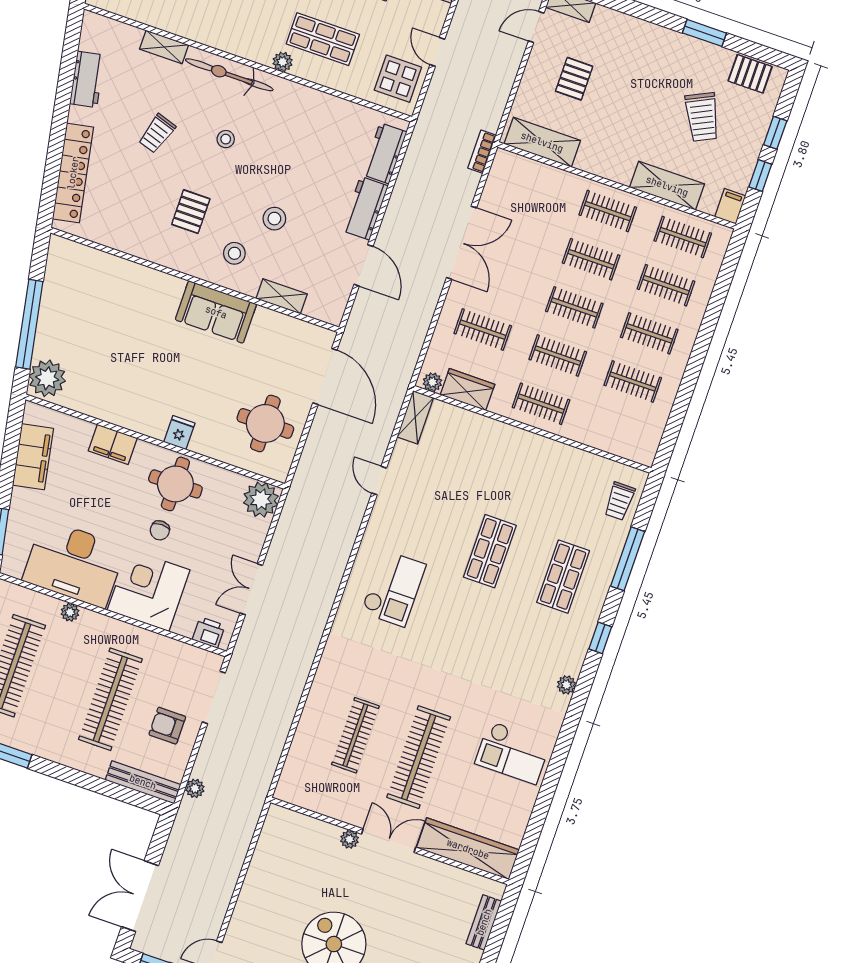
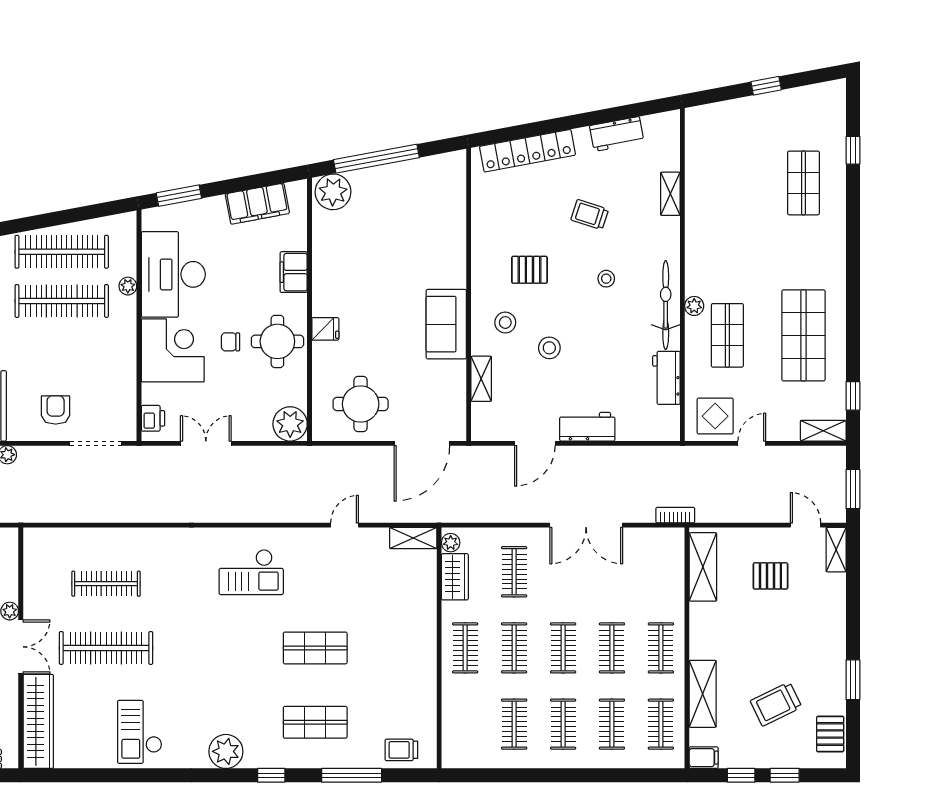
bicycle: (229, 75) -> (666, 305), moved
workbench: (385, 153) -> (666, 378), moved, turned -90
plant: (566, 685) -> (226, 751), width x1.87, depth x1.87
clothes rail: (110, 699) -> (62, 301), moved

